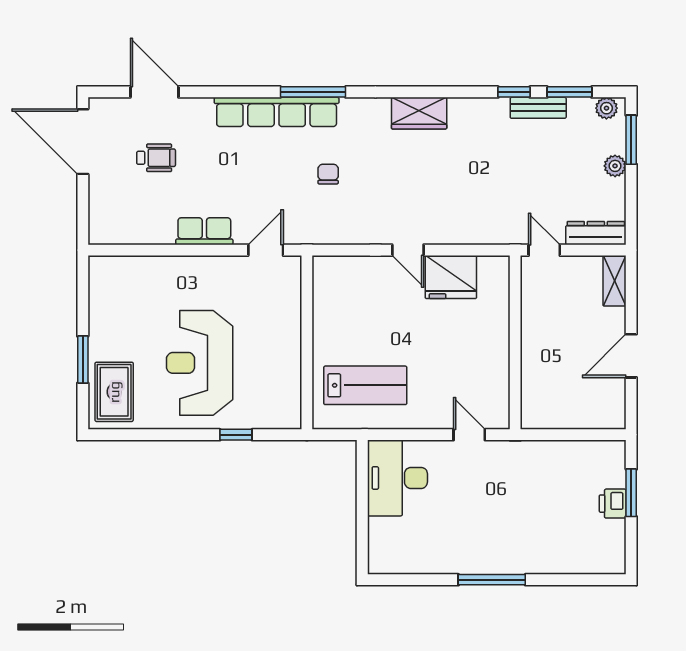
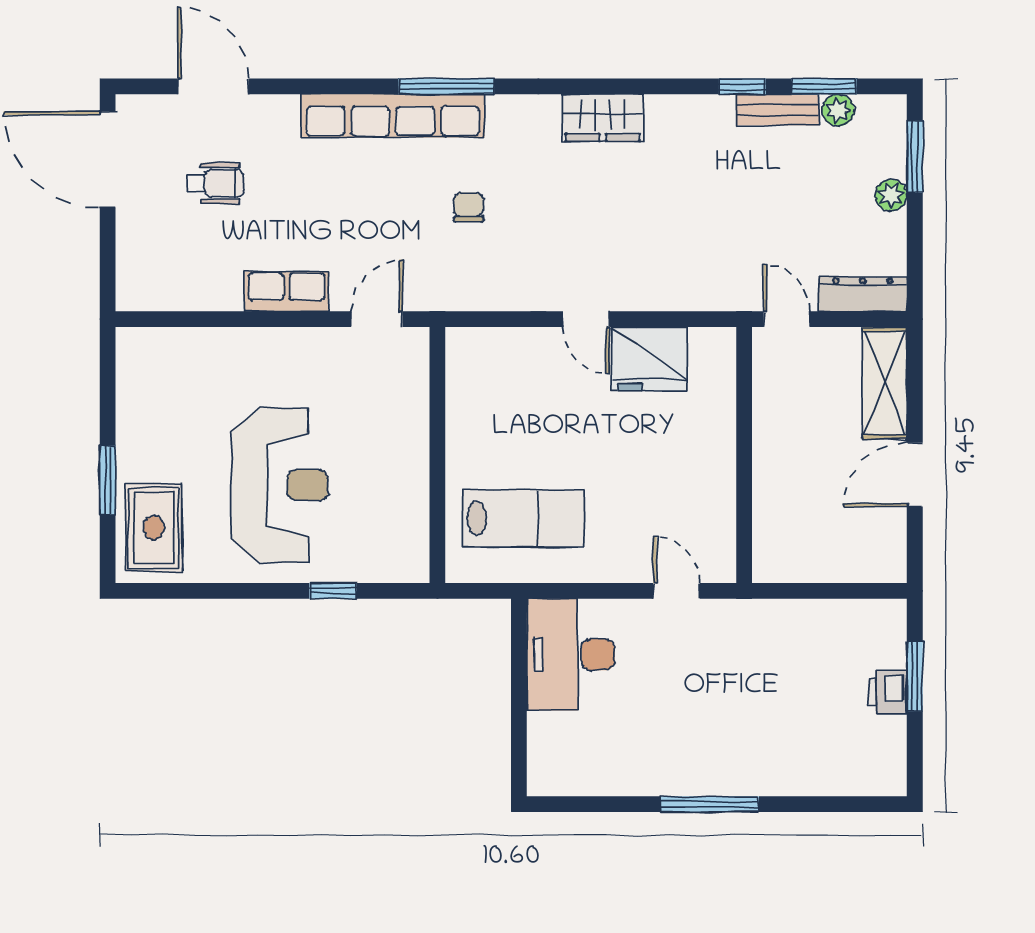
plant: (606, 108) -> (838, 110), moved
shelving: (614, 281) -> (885, 383), width x1.50, depth x1.33
reception desk: (200, 363) -> (280, 485), turned 180

